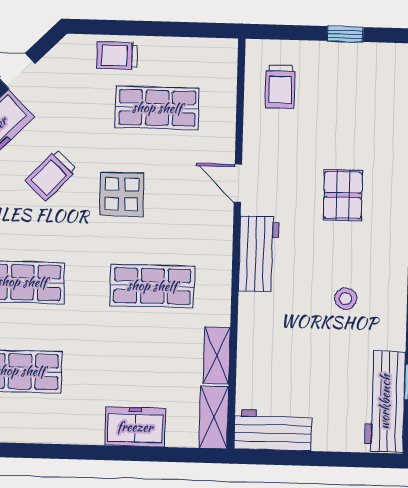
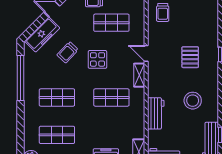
workbench: (259, 254) -> (156, 113), moved
stool: (346, 299) -> (193, 101), width x1.89, depth x1.89
shelving: (217, 355) -> (139, 75), moved

